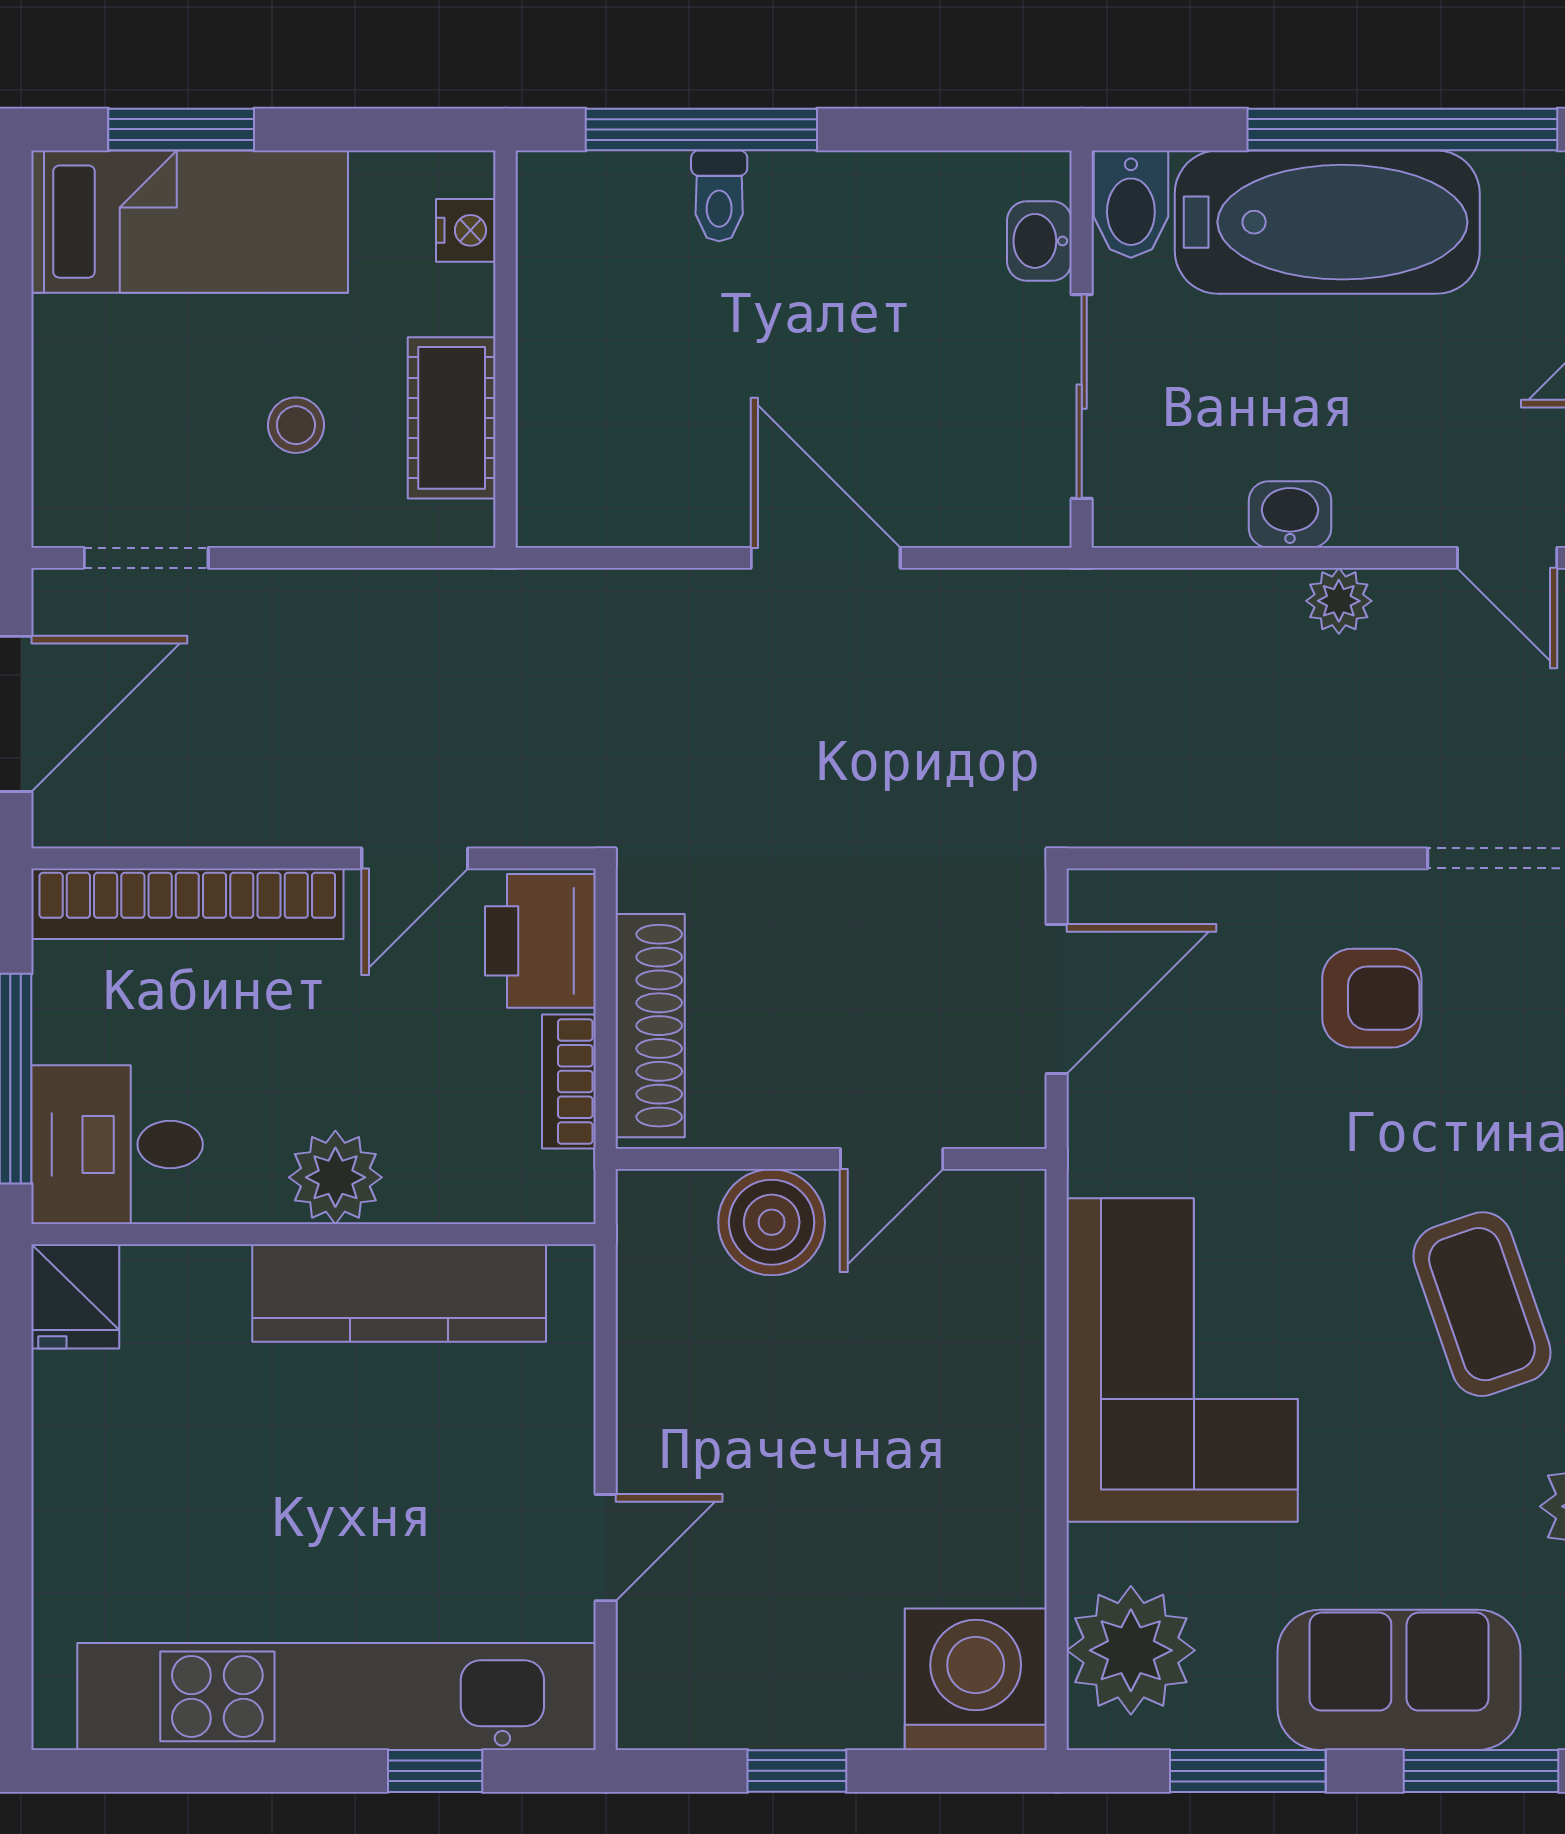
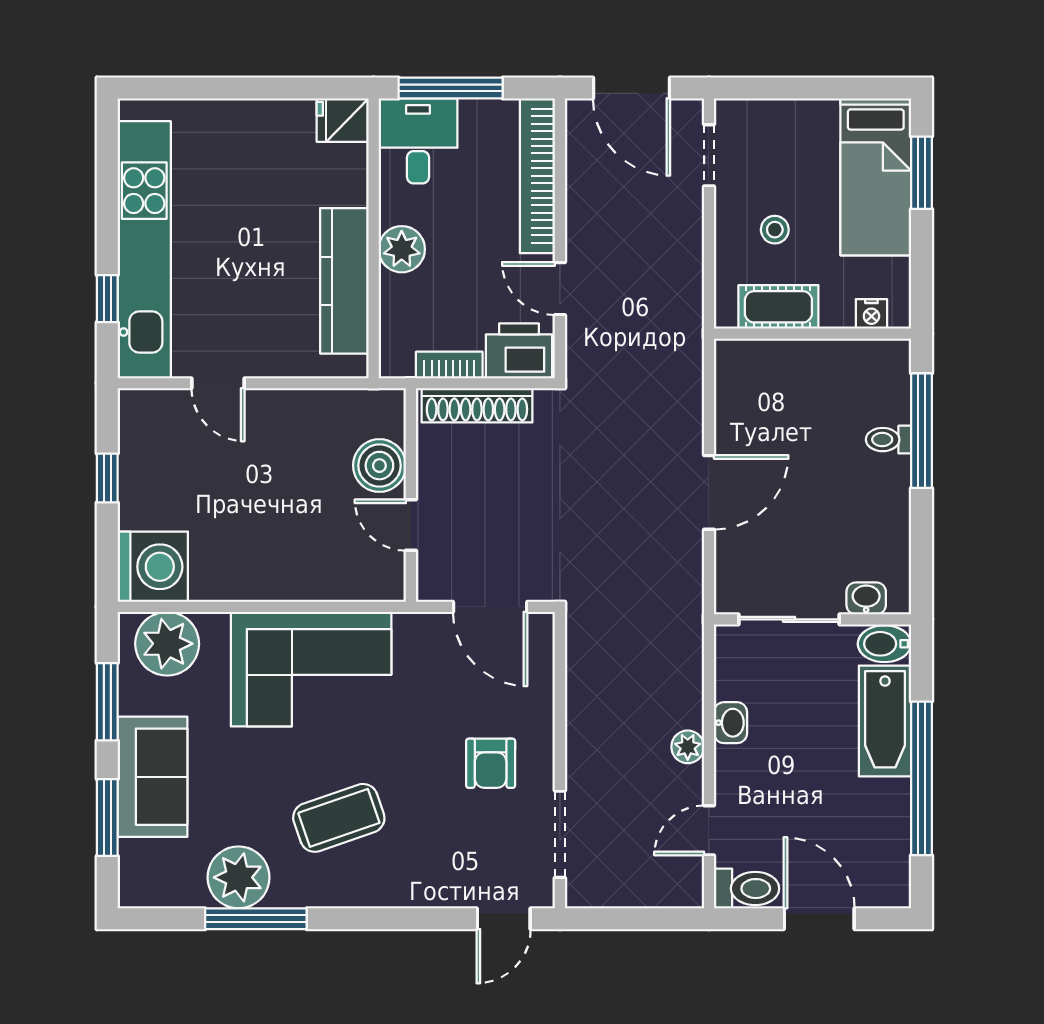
bathtub: (1327, 222) -> (885, 721), width x0.73, depth x0.73

